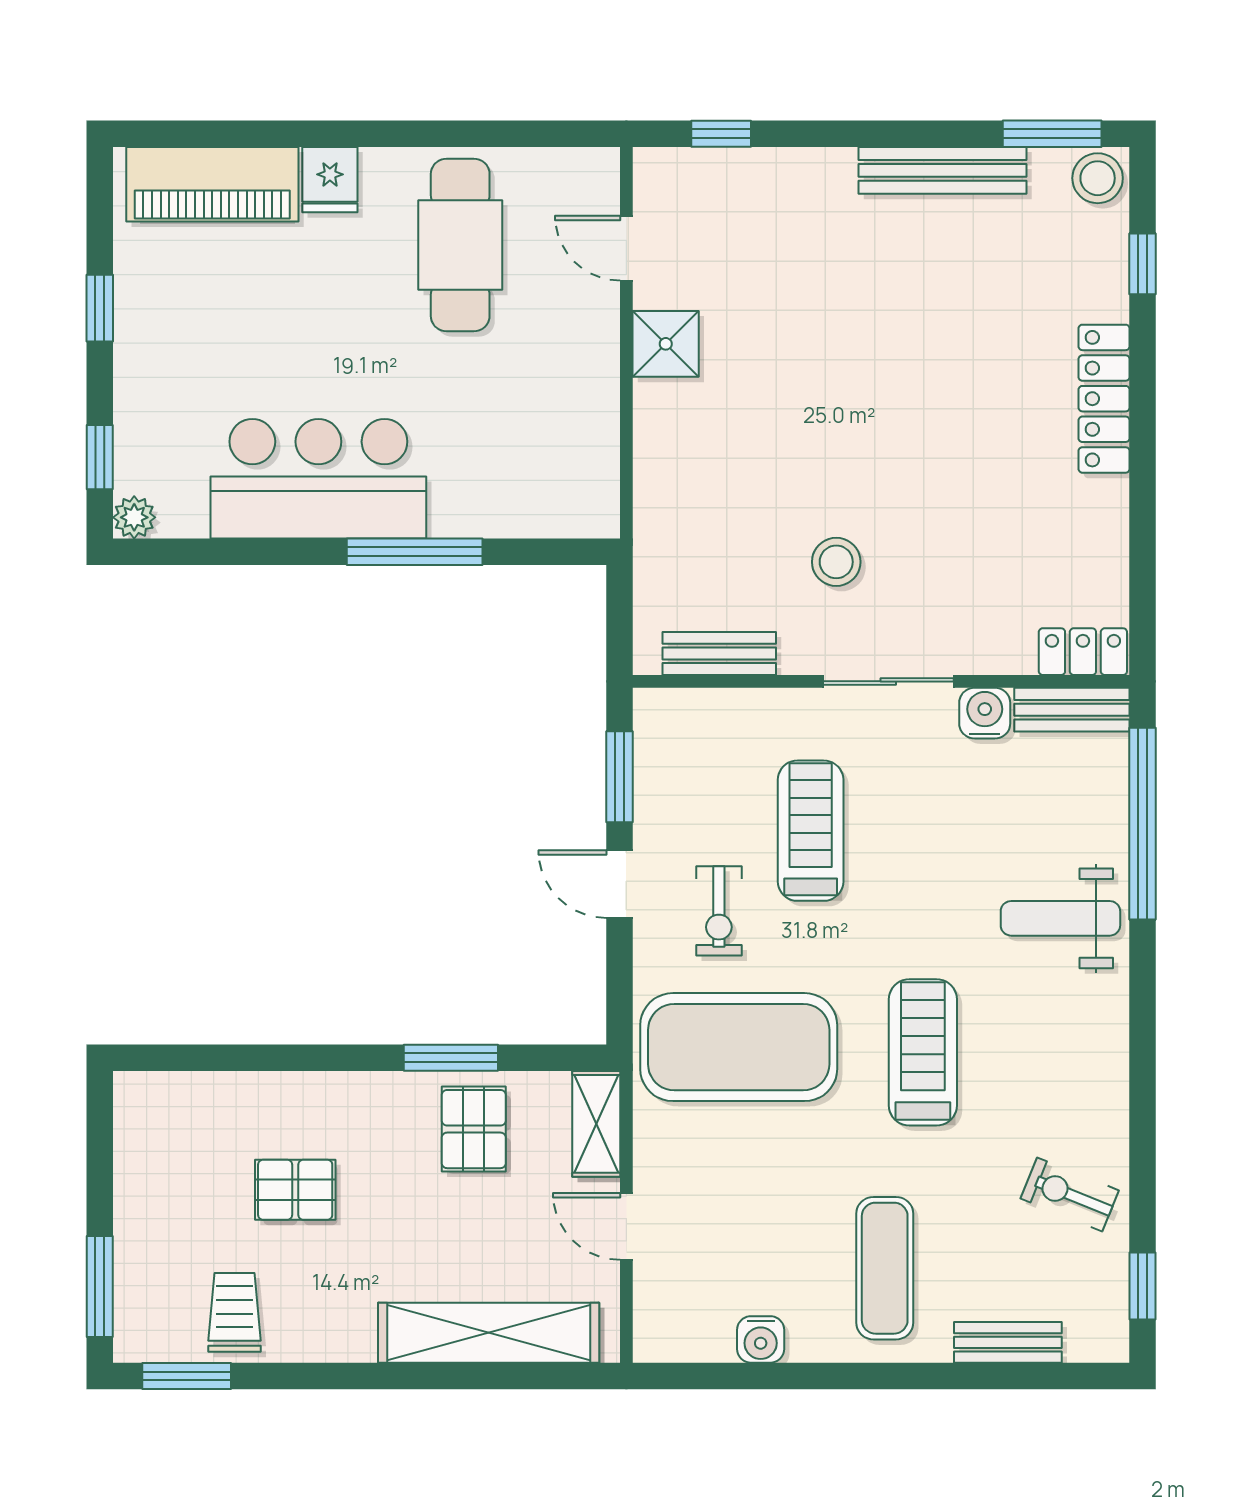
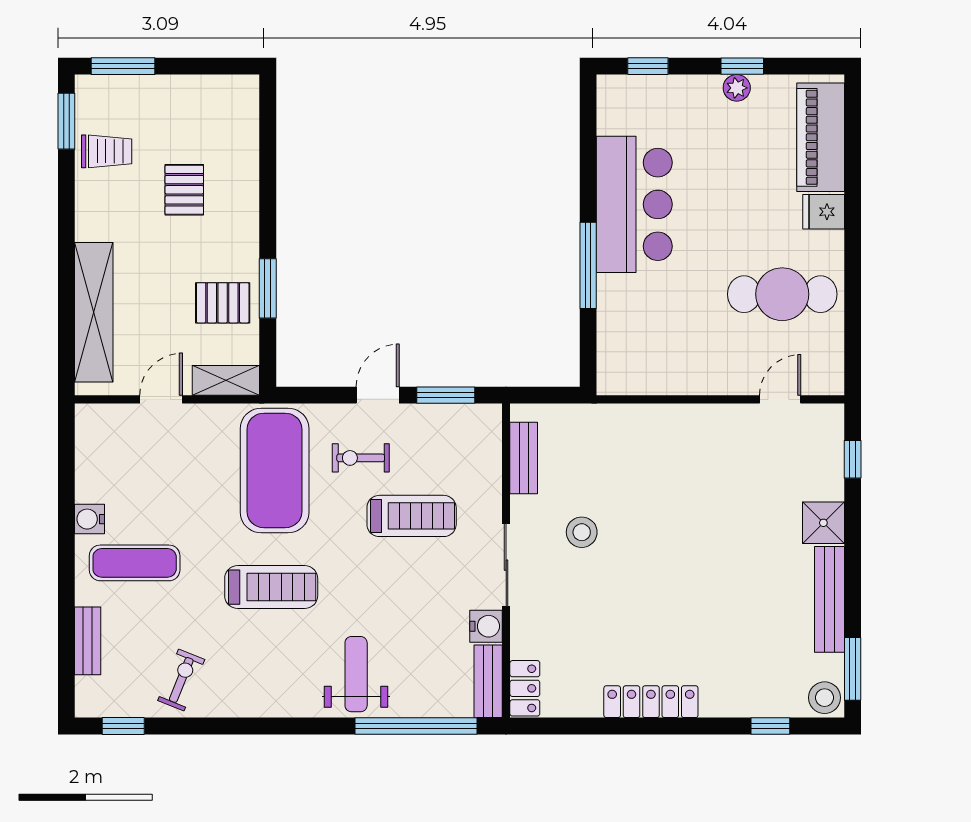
shower: (666, 344) -> (823, 523), moved
locker: (1104, 399) -> (651, 702), moved
plant: (134, 517) -> (737, 88), moved
water cooler: (761, 1339) -> (89, 519), moved

